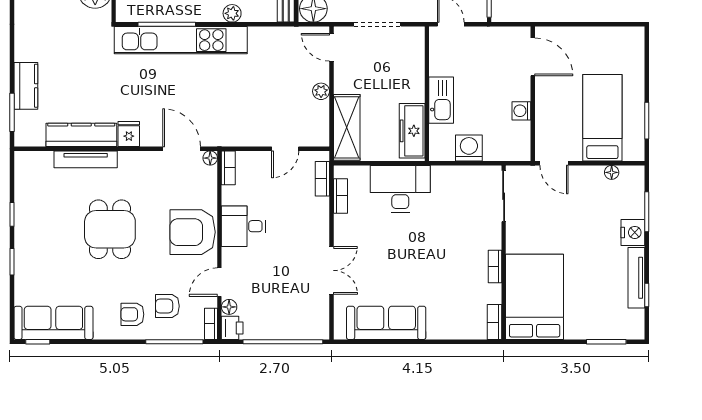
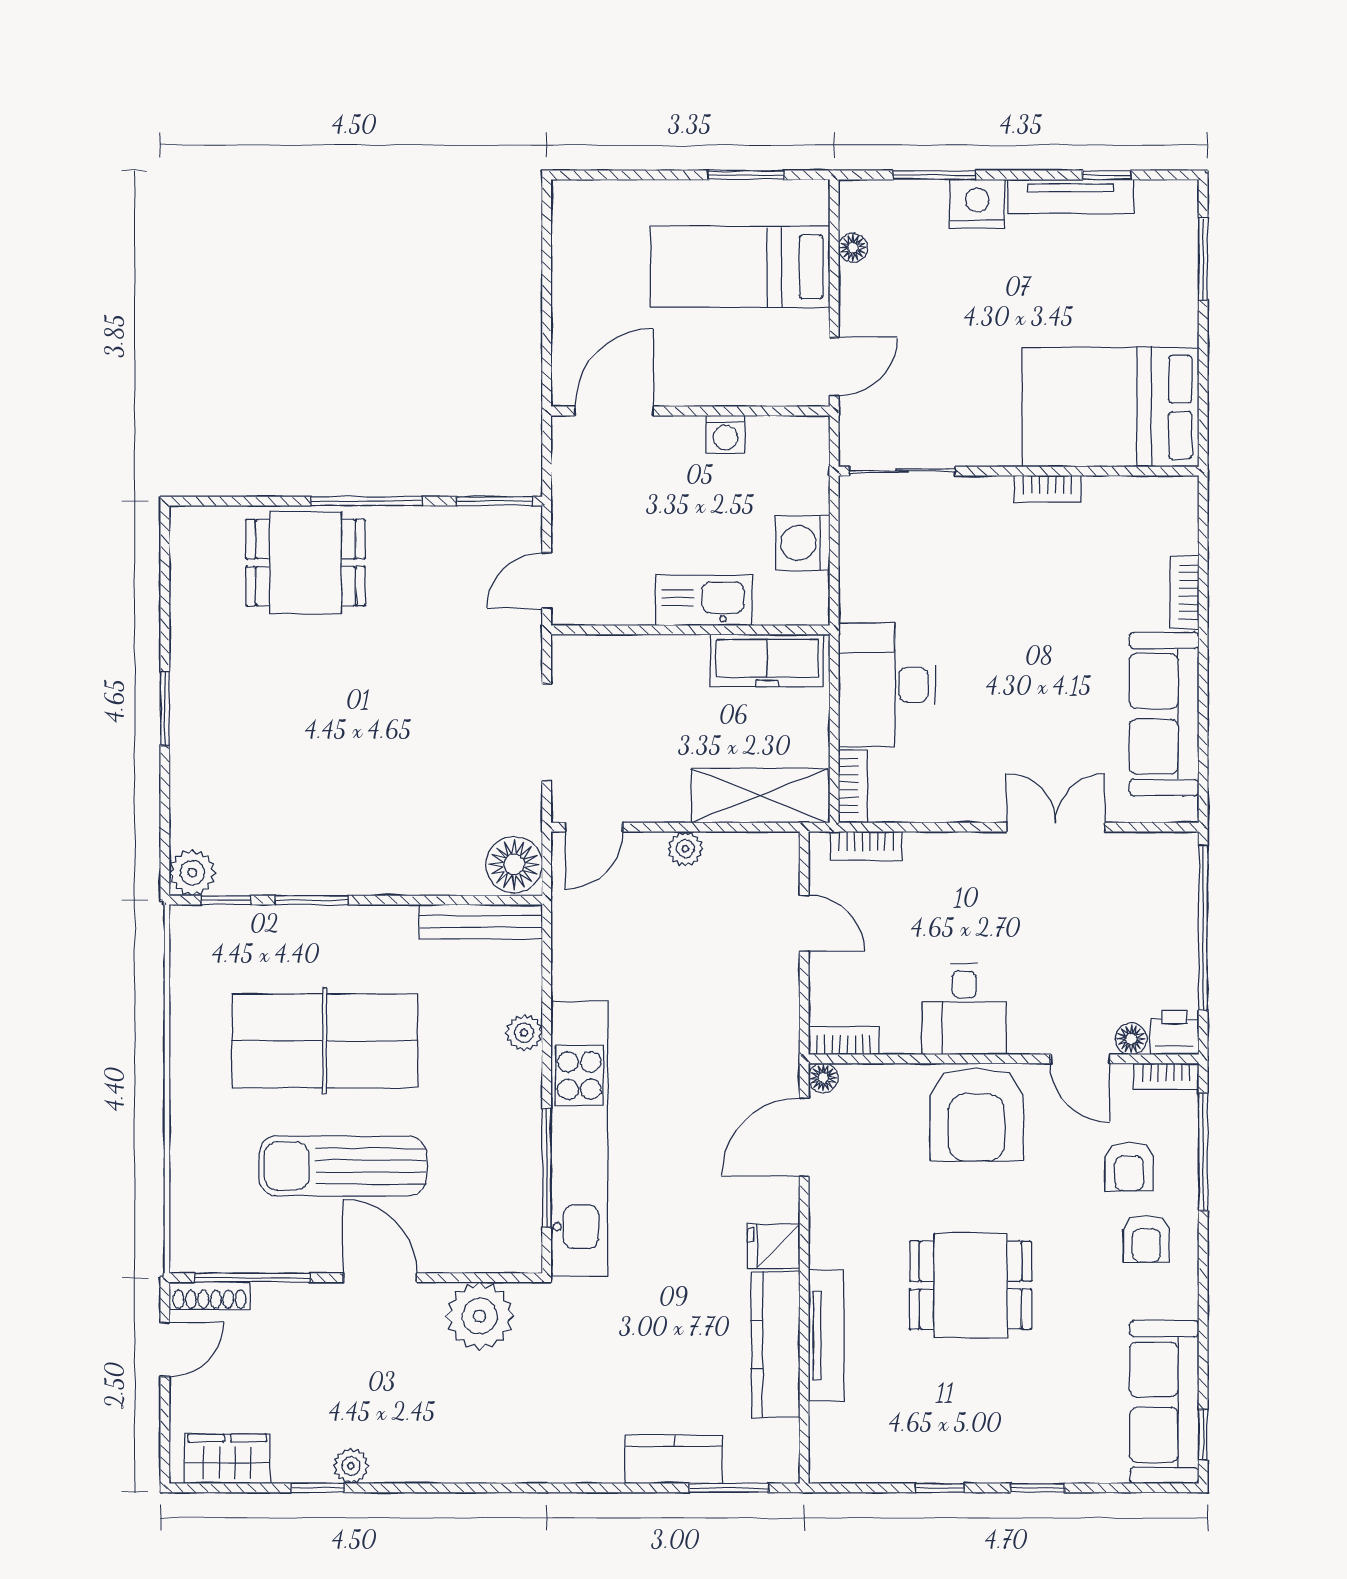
bookcase: (340, 196) -> (853, 786), moved, turned 90
bookcase: (495, 322) -> (1184, 592), moved, turned 90

